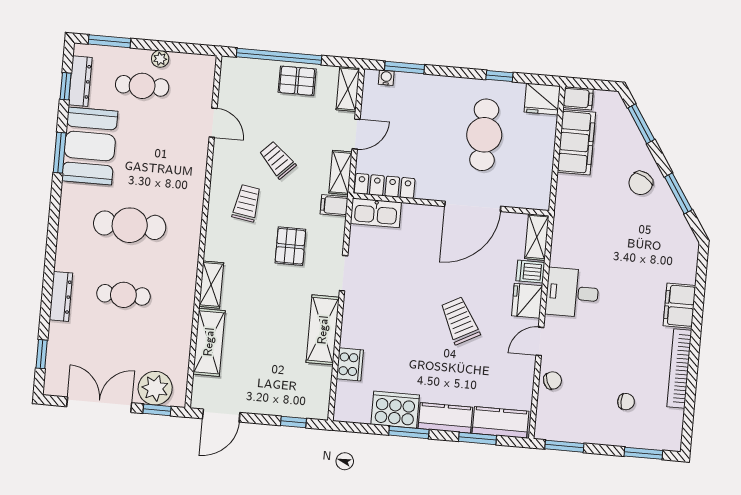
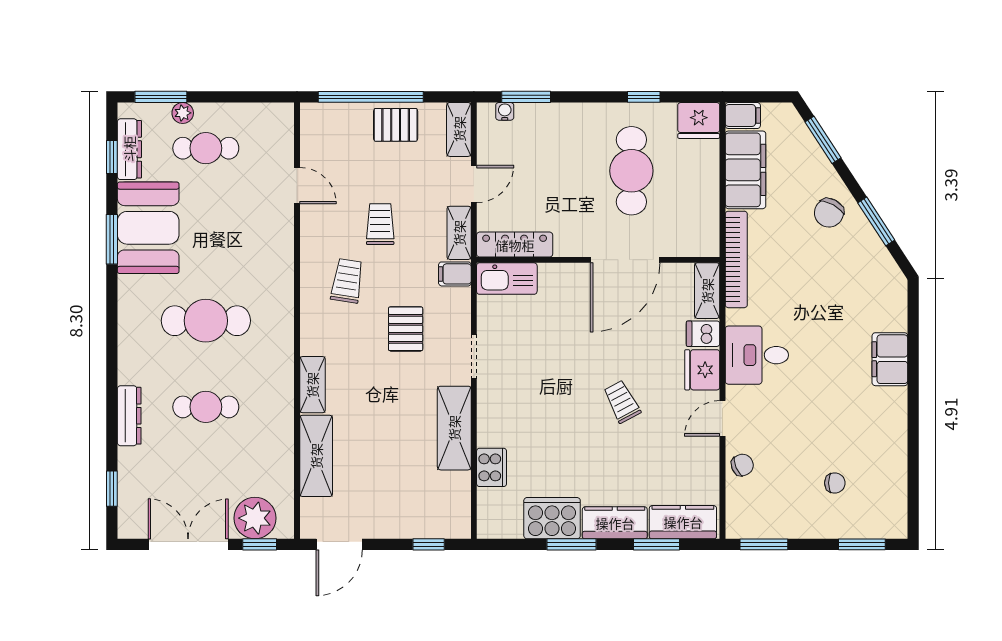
plant: (160, 59) -> (183, 113), moved
trolley: (277, 160) -> (380, 224), turned 45
trolley: (460, 321) -> (622, 402), width x0.73, depth x0.72
bookcase: (679, 368) -> (736, 259), moved, turned 180

